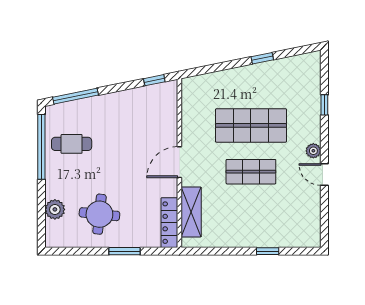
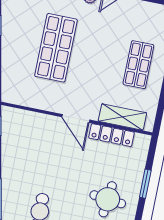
shop shelf: (251, 172) -> (138, 65), moved
locker: (169, 223) -> (111, 135), moved

